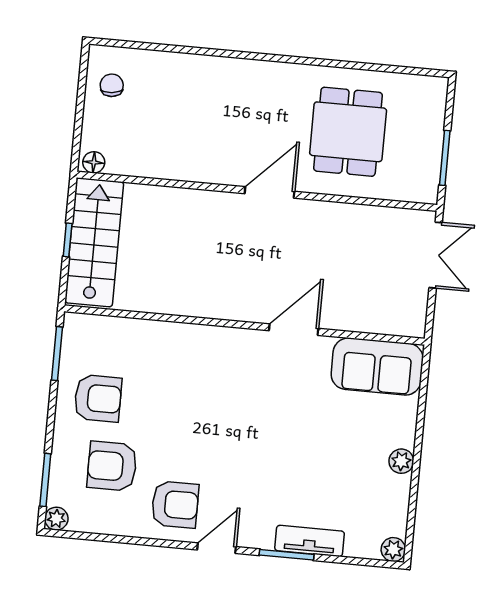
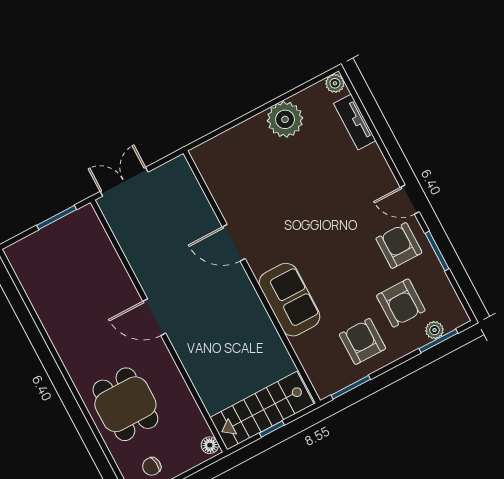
dining table: (348, 132) -> (125, 404), moved, turned 90
sofa: (377, 366) -> (289, 300), moved
plant: (401, 461) -> (285, 119), width x1.87, depth x1.87
plant: (56, 519) -> (434, 330), moved
tv unit: (310, 541) -> (355, 122), moved
window: (287, 555) -> (437, 251), moved

